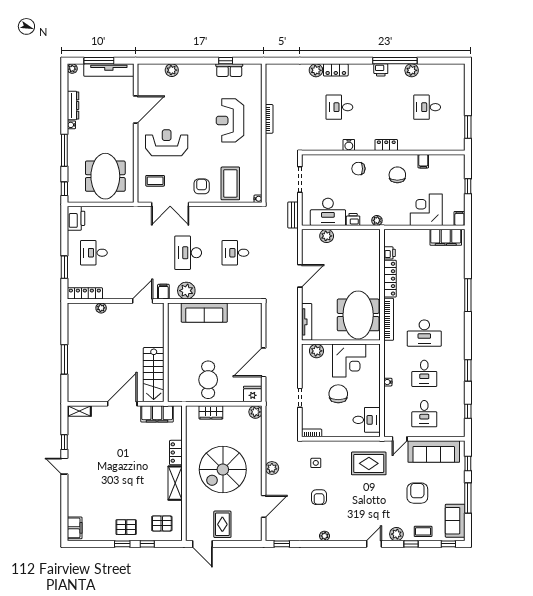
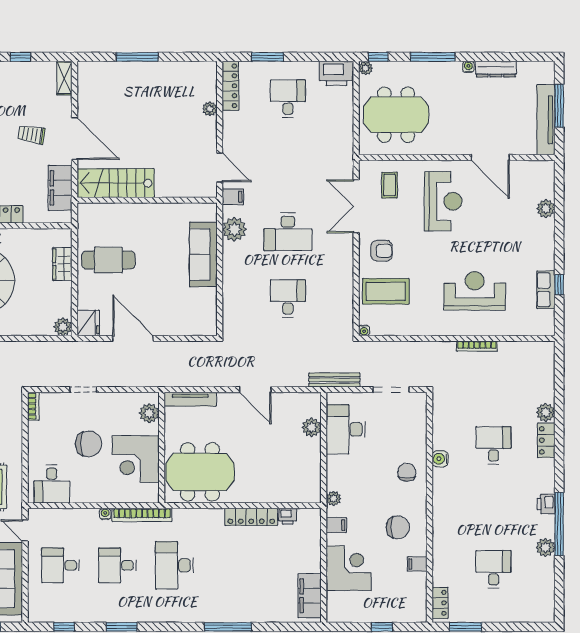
plant: (72, 69) -> (366, 68), moved
locker: (386, 145) -> (440, 603), moved
bench: (293, 215) -> (334, 380), width x1.36
filing cabinet: (459, 218) -> (336, 525), moved
printer: (353, 219) -> (335, 465), removed
desk: (188, 253) -> (288, 232), turned 180
bookcase: (389, 319) -> (142, 515), moved
trolley: (119, 434) -> (31, 134), added

